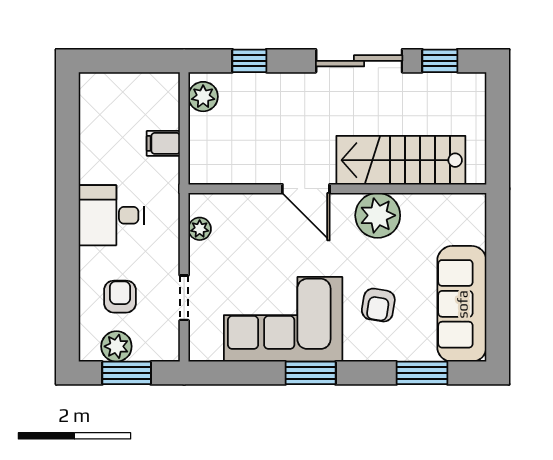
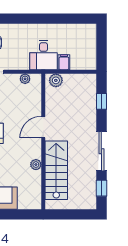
plant: (203, 97) -> (56, 80), moved
desk: (111, 215) -> (43, 55), moved, turned 180
plant: (378, 215) -> (36, 165), width x0.53, depth x0.53

